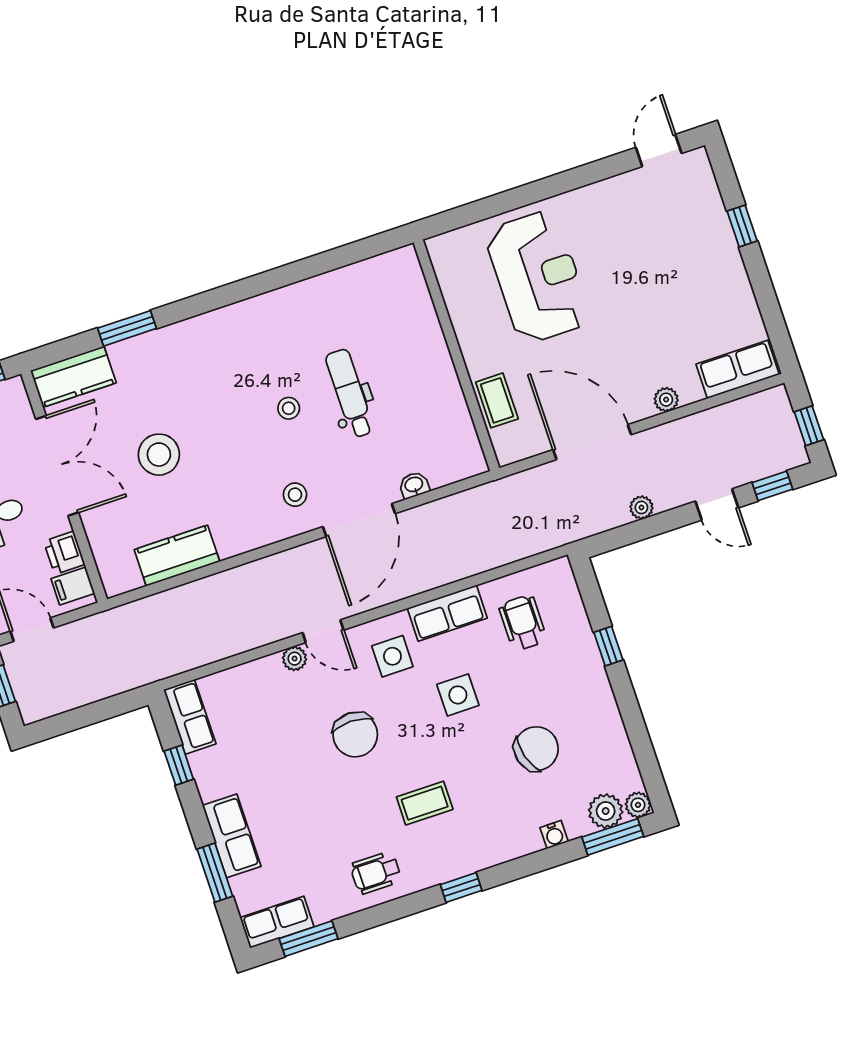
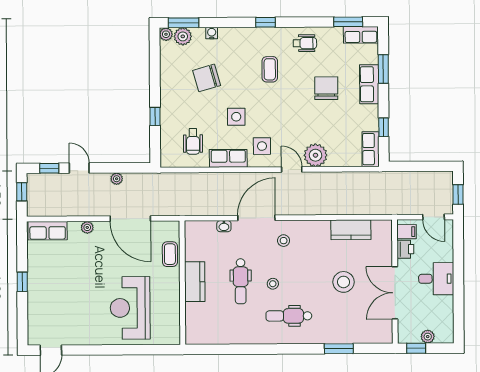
window: (742, 226) -> (22, 282), moved
dental chair: (239, 359) -> (289, 316), added
kitchen counter: (73, 377) -> (195, 282), moved, turned 90
plant: (295, 659) -> (315, 155), width x1.87, depth x1.87
chair: (355, 735) -> (326, 88), moved
coffee table: (425, 803) -> (270, 69), turned 90

